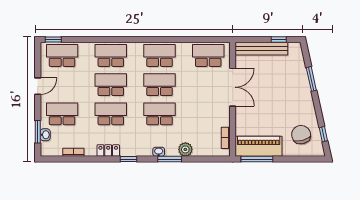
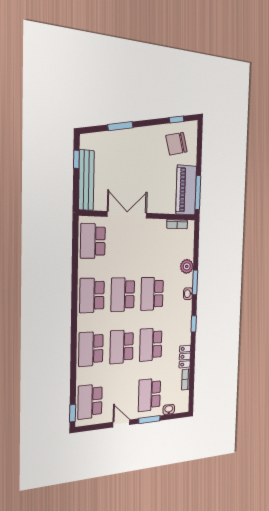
window: (38, 132) -> (149, 420), moved
locker: (108, 151) -> (185, 357), moved

